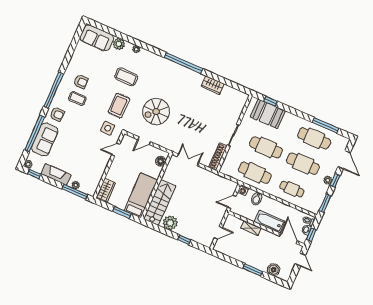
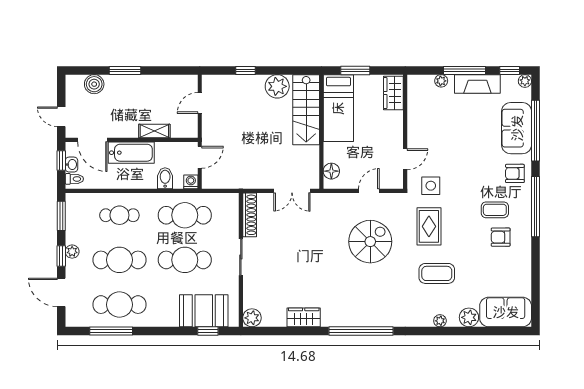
plant: (242, 98) -> (252, 318), added
window: (75, 192) -> (465, 70), moved

